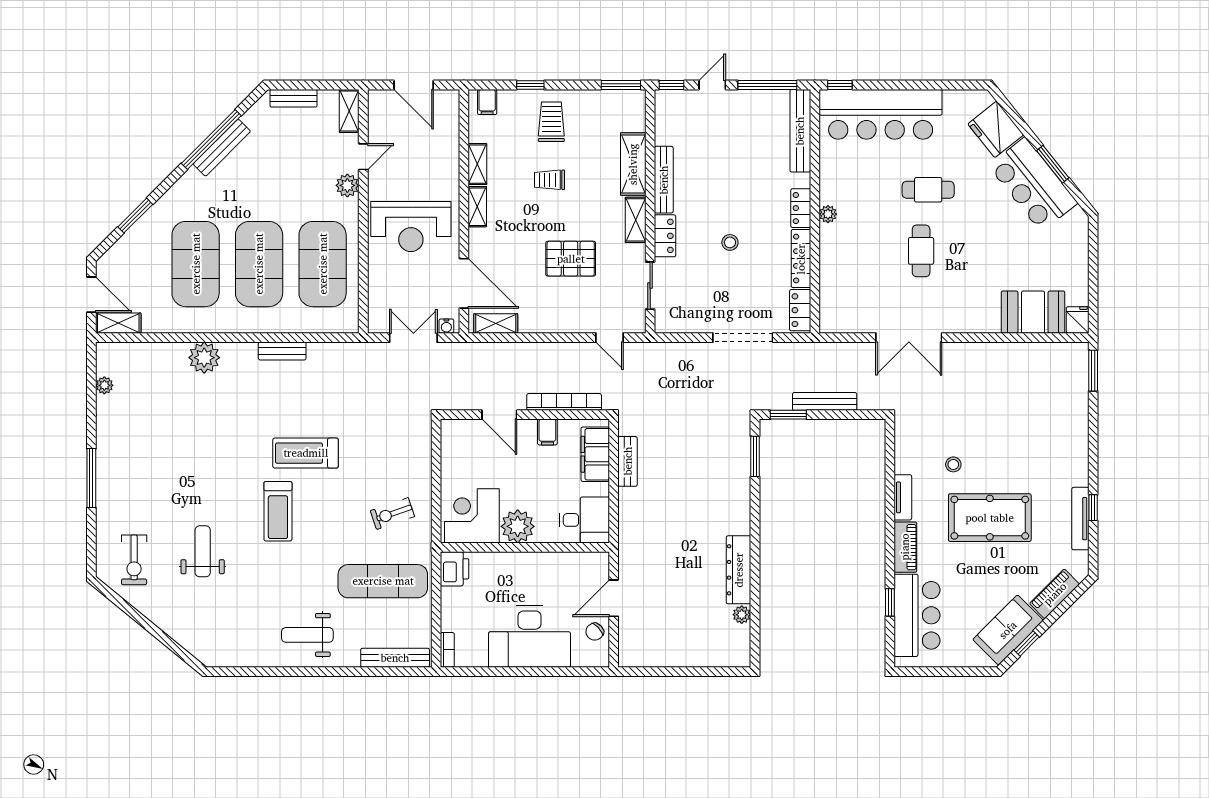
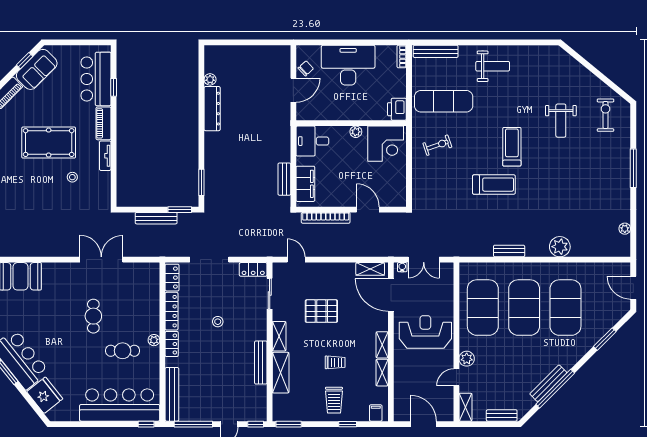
cafe table: (928, 190) -> (123, 351), moved
locker: (665, 236) -> (253, 269), moved, turned -90
shelving: (118, 323) -> (616, 269), removed
filing cabinet: (547, 432) -> (336, 198), removed
plant: (518, 526) -> (356, 132), width x0.53, depth x0.53

